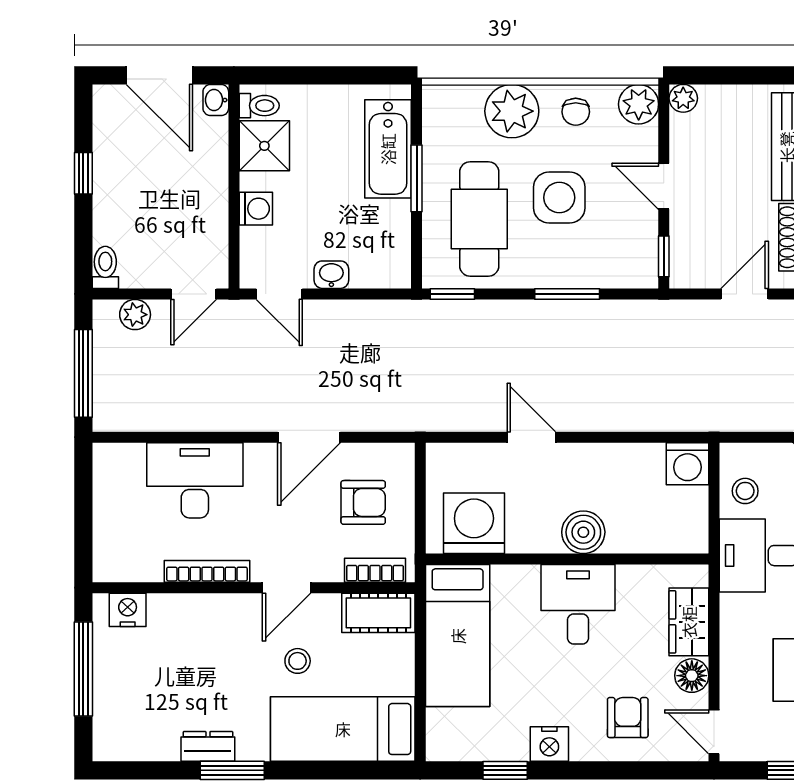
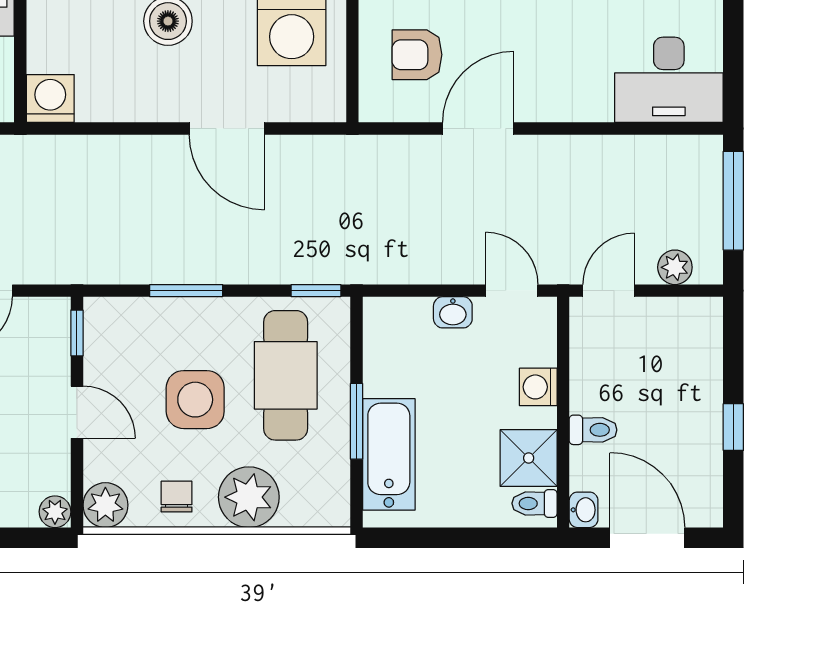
toilet: (105, 267) -> (593, 430), moved, turned -90
door: (531, 437) -> (227, 129), width x1.37
desk: (195, 480) -> (669, 80), moved

